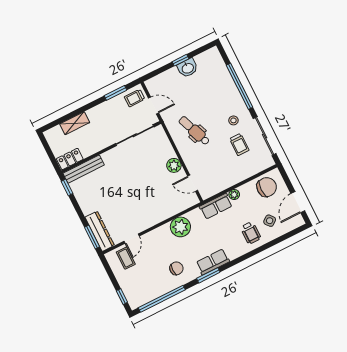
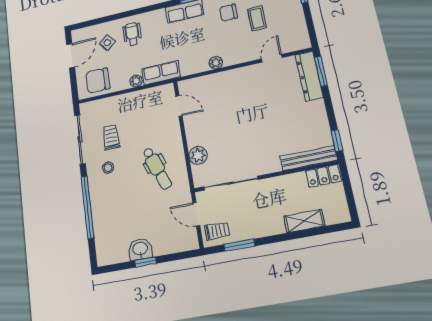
plant: (174, 165) -> (198, 155), moved
plant: (180, 227) -> (216, 63), width x0.53, depth x0.53
coffee table: (126, 258) -> (257, 18), moved

